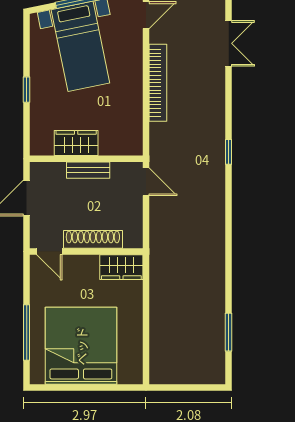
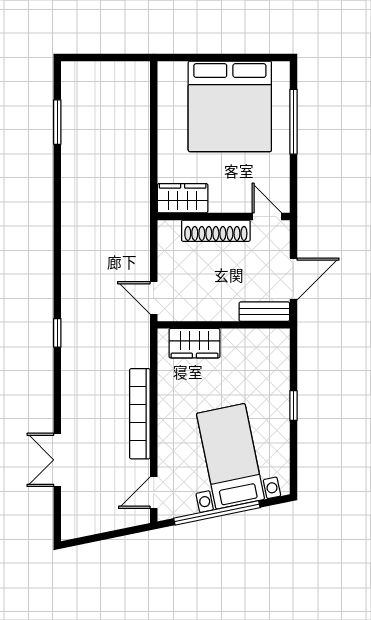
wardrobe: (76, 143) -> (194, 343), moved
bench: (88, 170) -> (264, 312), moved

